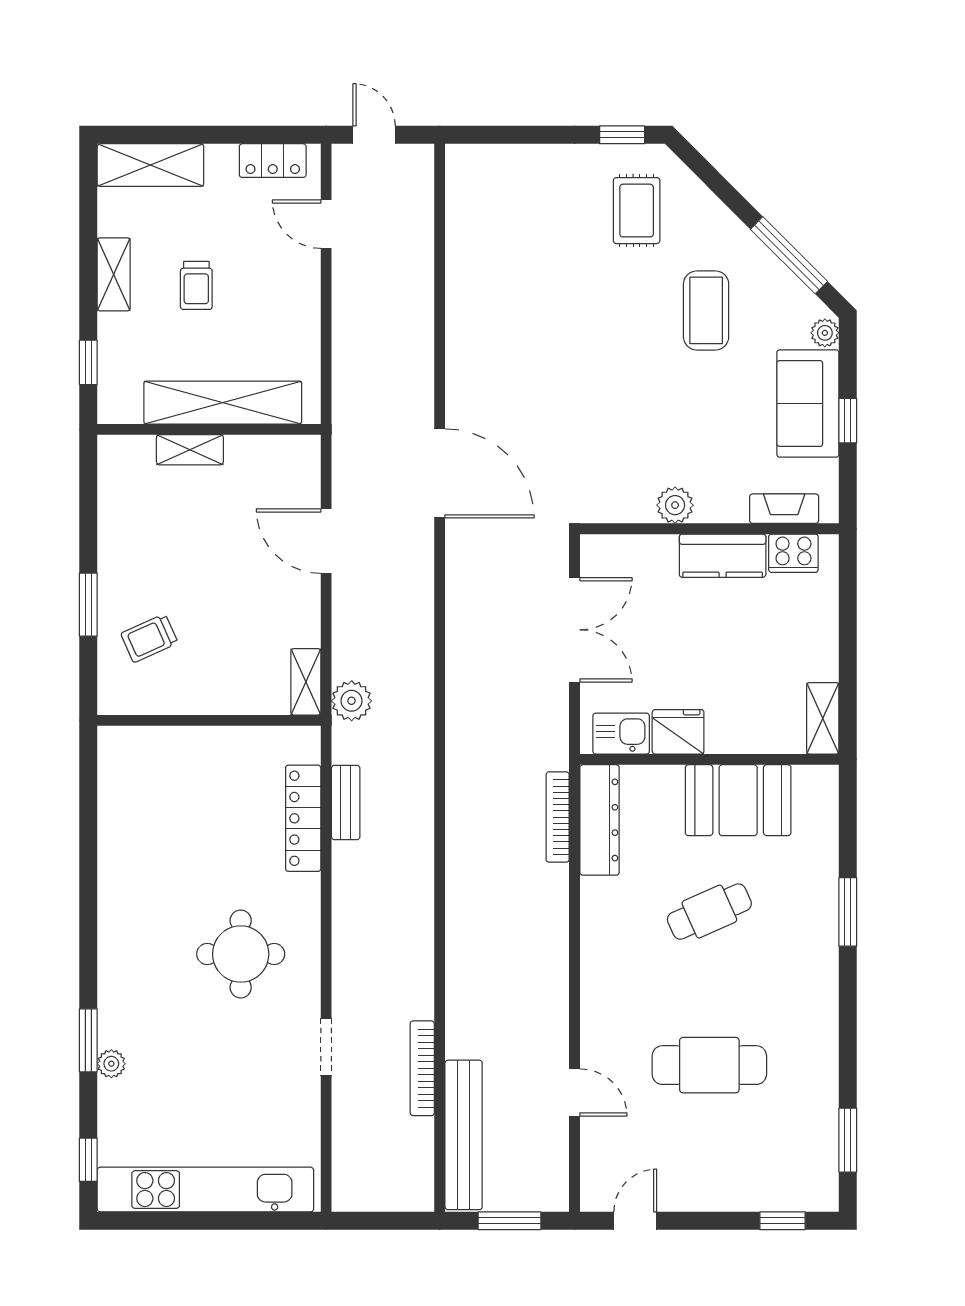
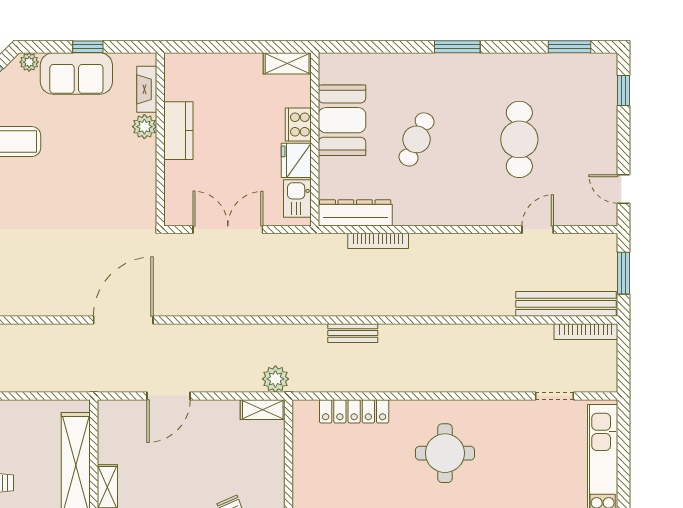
plant: (675, 505) -> (144, 127), moved
cooker: (793, 553) -> (298, 125), moved, turned 180
bench: (346, 803) -> (353, 333), moved
bookcase: (558, 817) -> (378, 241), moved
cafe table: (709, 912) -> (417, 139), turned 48
window: (848, 912) -> (457, 47), moved
doorway: (326, 1047) -> (555, 396), moved
bookcase: (422, 1068) -> (586, 332), moved

